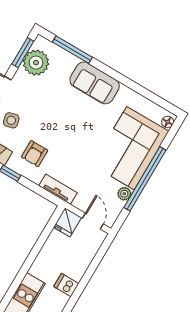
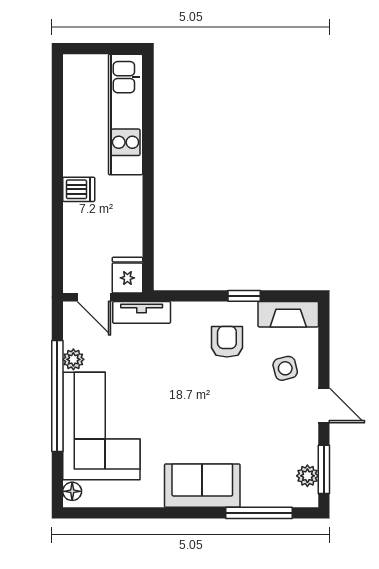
plant: (36, 63) -> (307, 476), width x0.53, depth x0.53
tv unit: (58, 189) -> (142, 312), moved

